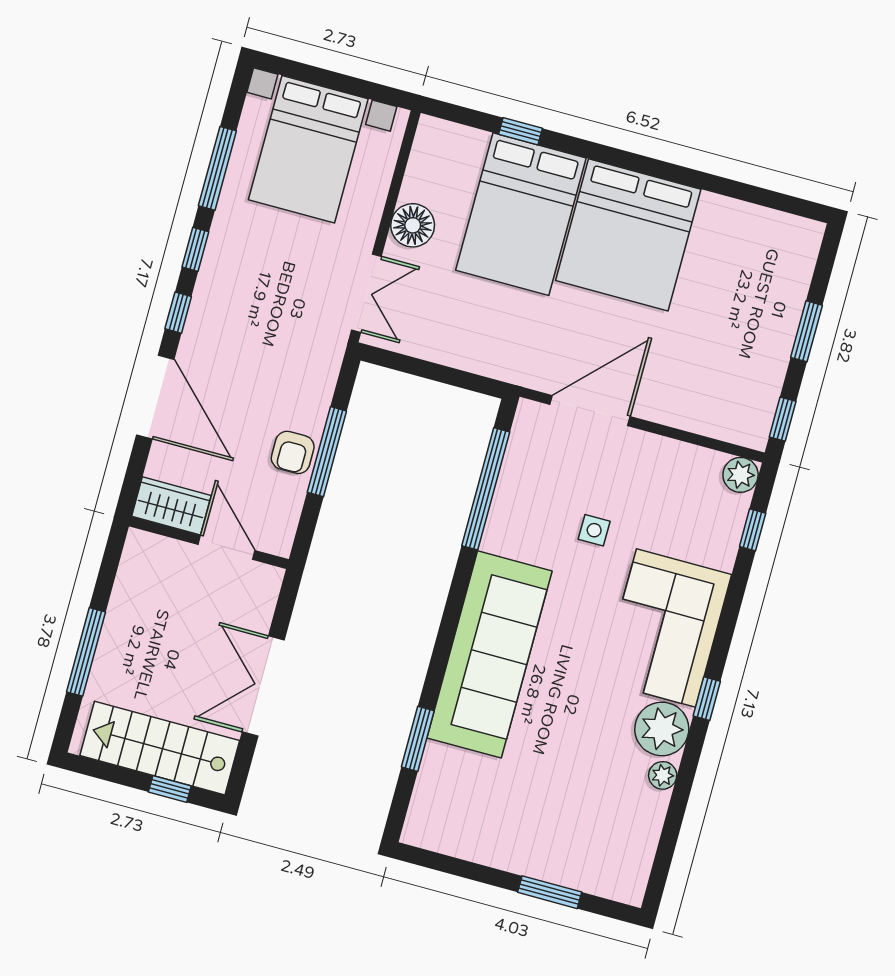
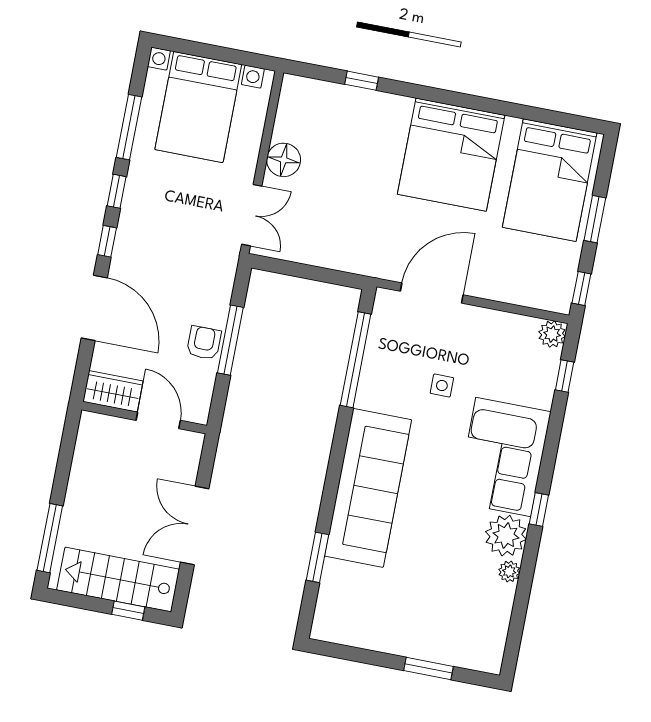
bed: (521, 214) -> (550, 180), moved
armchair: (293, 452) -> (204, 343), turned 180
window: (86, 652) -> (50, 538), moved

